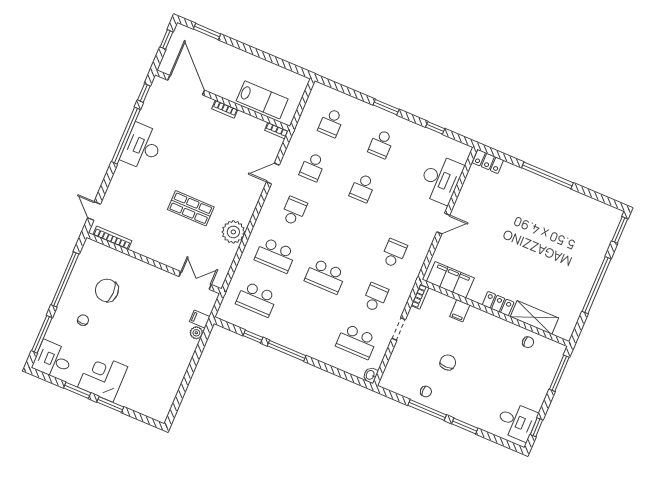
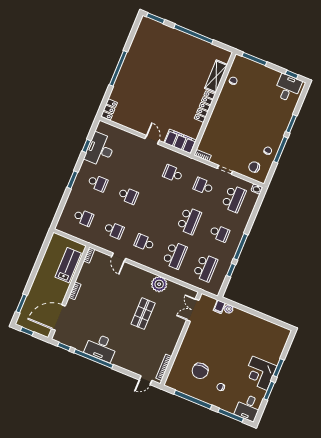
desk: (441, 179) -> (100, 149), moved, turned -90
filing cabinet: (450, 280) -> (180, 141), moved, turned 90
locker: (498, 304) -> (205, 107), width x1.53
filing cabinet: (460, 311) -> (212, 128), removed
school desk: (307, 320) -> (220, 233), added
chair: (448, 362) -> (254, 167), moved

